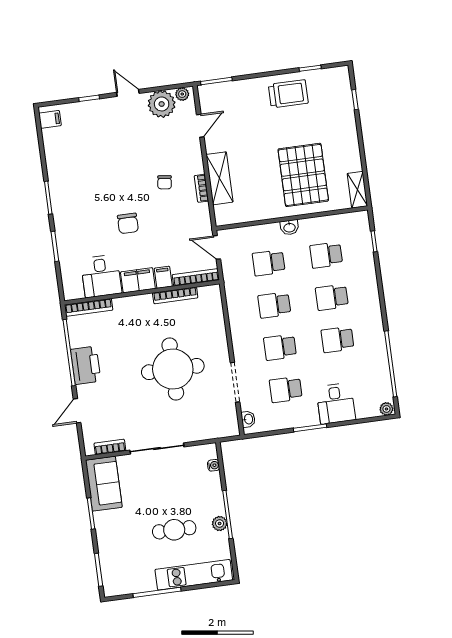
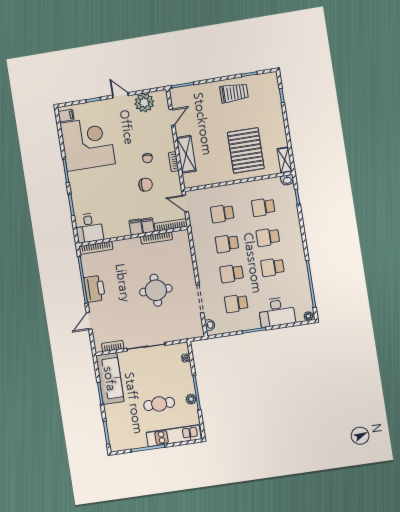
plant: (182, 94) -> (159, 95), removed
corner desk: (80, 160) -> (88, 144), added
chair: (128, 223) -> (146, 185), moved, turned -90
washbasin: (289, 227) -> (287, 180), moved
desk: (101, 276) -> (89, 228), moved
filing cabinet: (138, 280) -> (136, 227), width x0.50
round table: (173, 369) -> (156, 290), width x0.73, depth x0.73
desk: (336, 403) -> (277, 312), width x1.37
sofa: (104, 484) -> (110, 379), width x1.36

